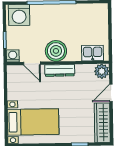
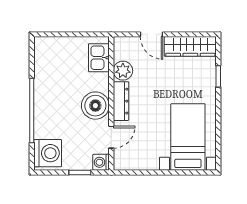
plant: (102, 71) -> (123, 71), moved

